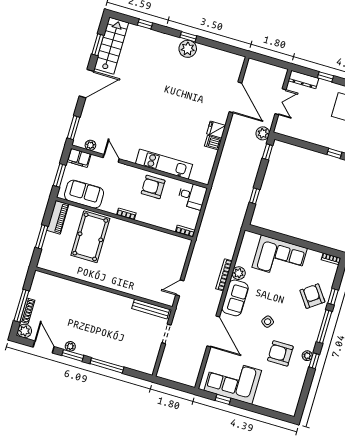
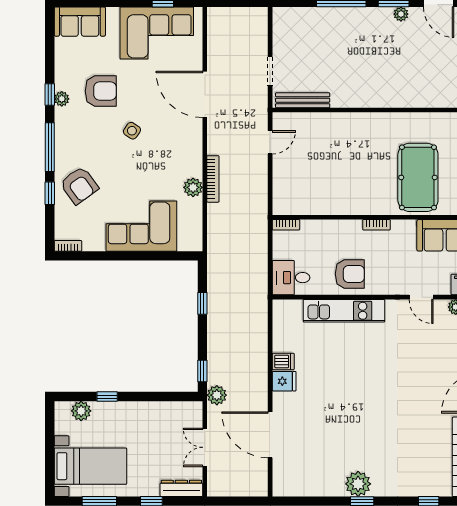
sofa: (235, 298) -> (80, 22), moved, turned -90

